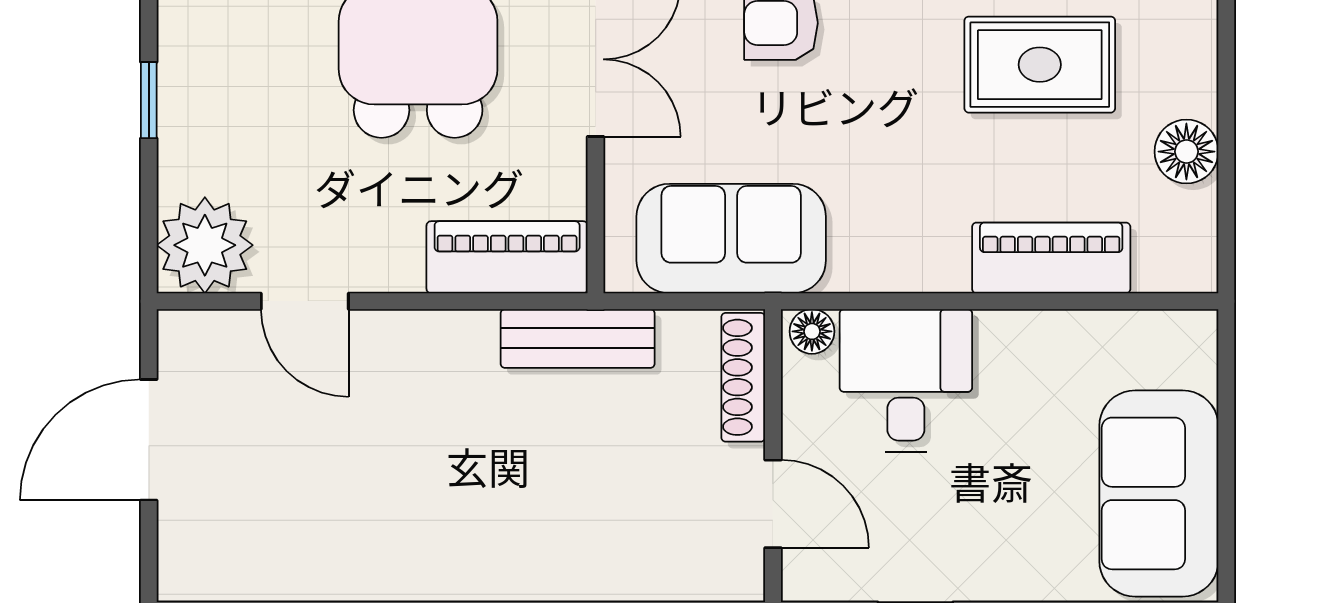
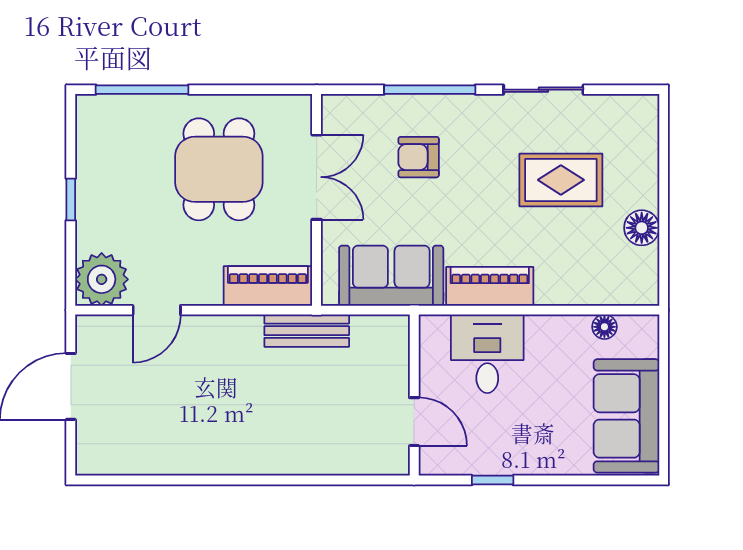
piano: (1051, 258) -> (490, 286), moved
door: (305, 301) -> (157, 310), hinge flipped
floor lamp: (812, 331) -> (604, 327), moved
shoe rack: (743, 377) -> (398, 352), removed

